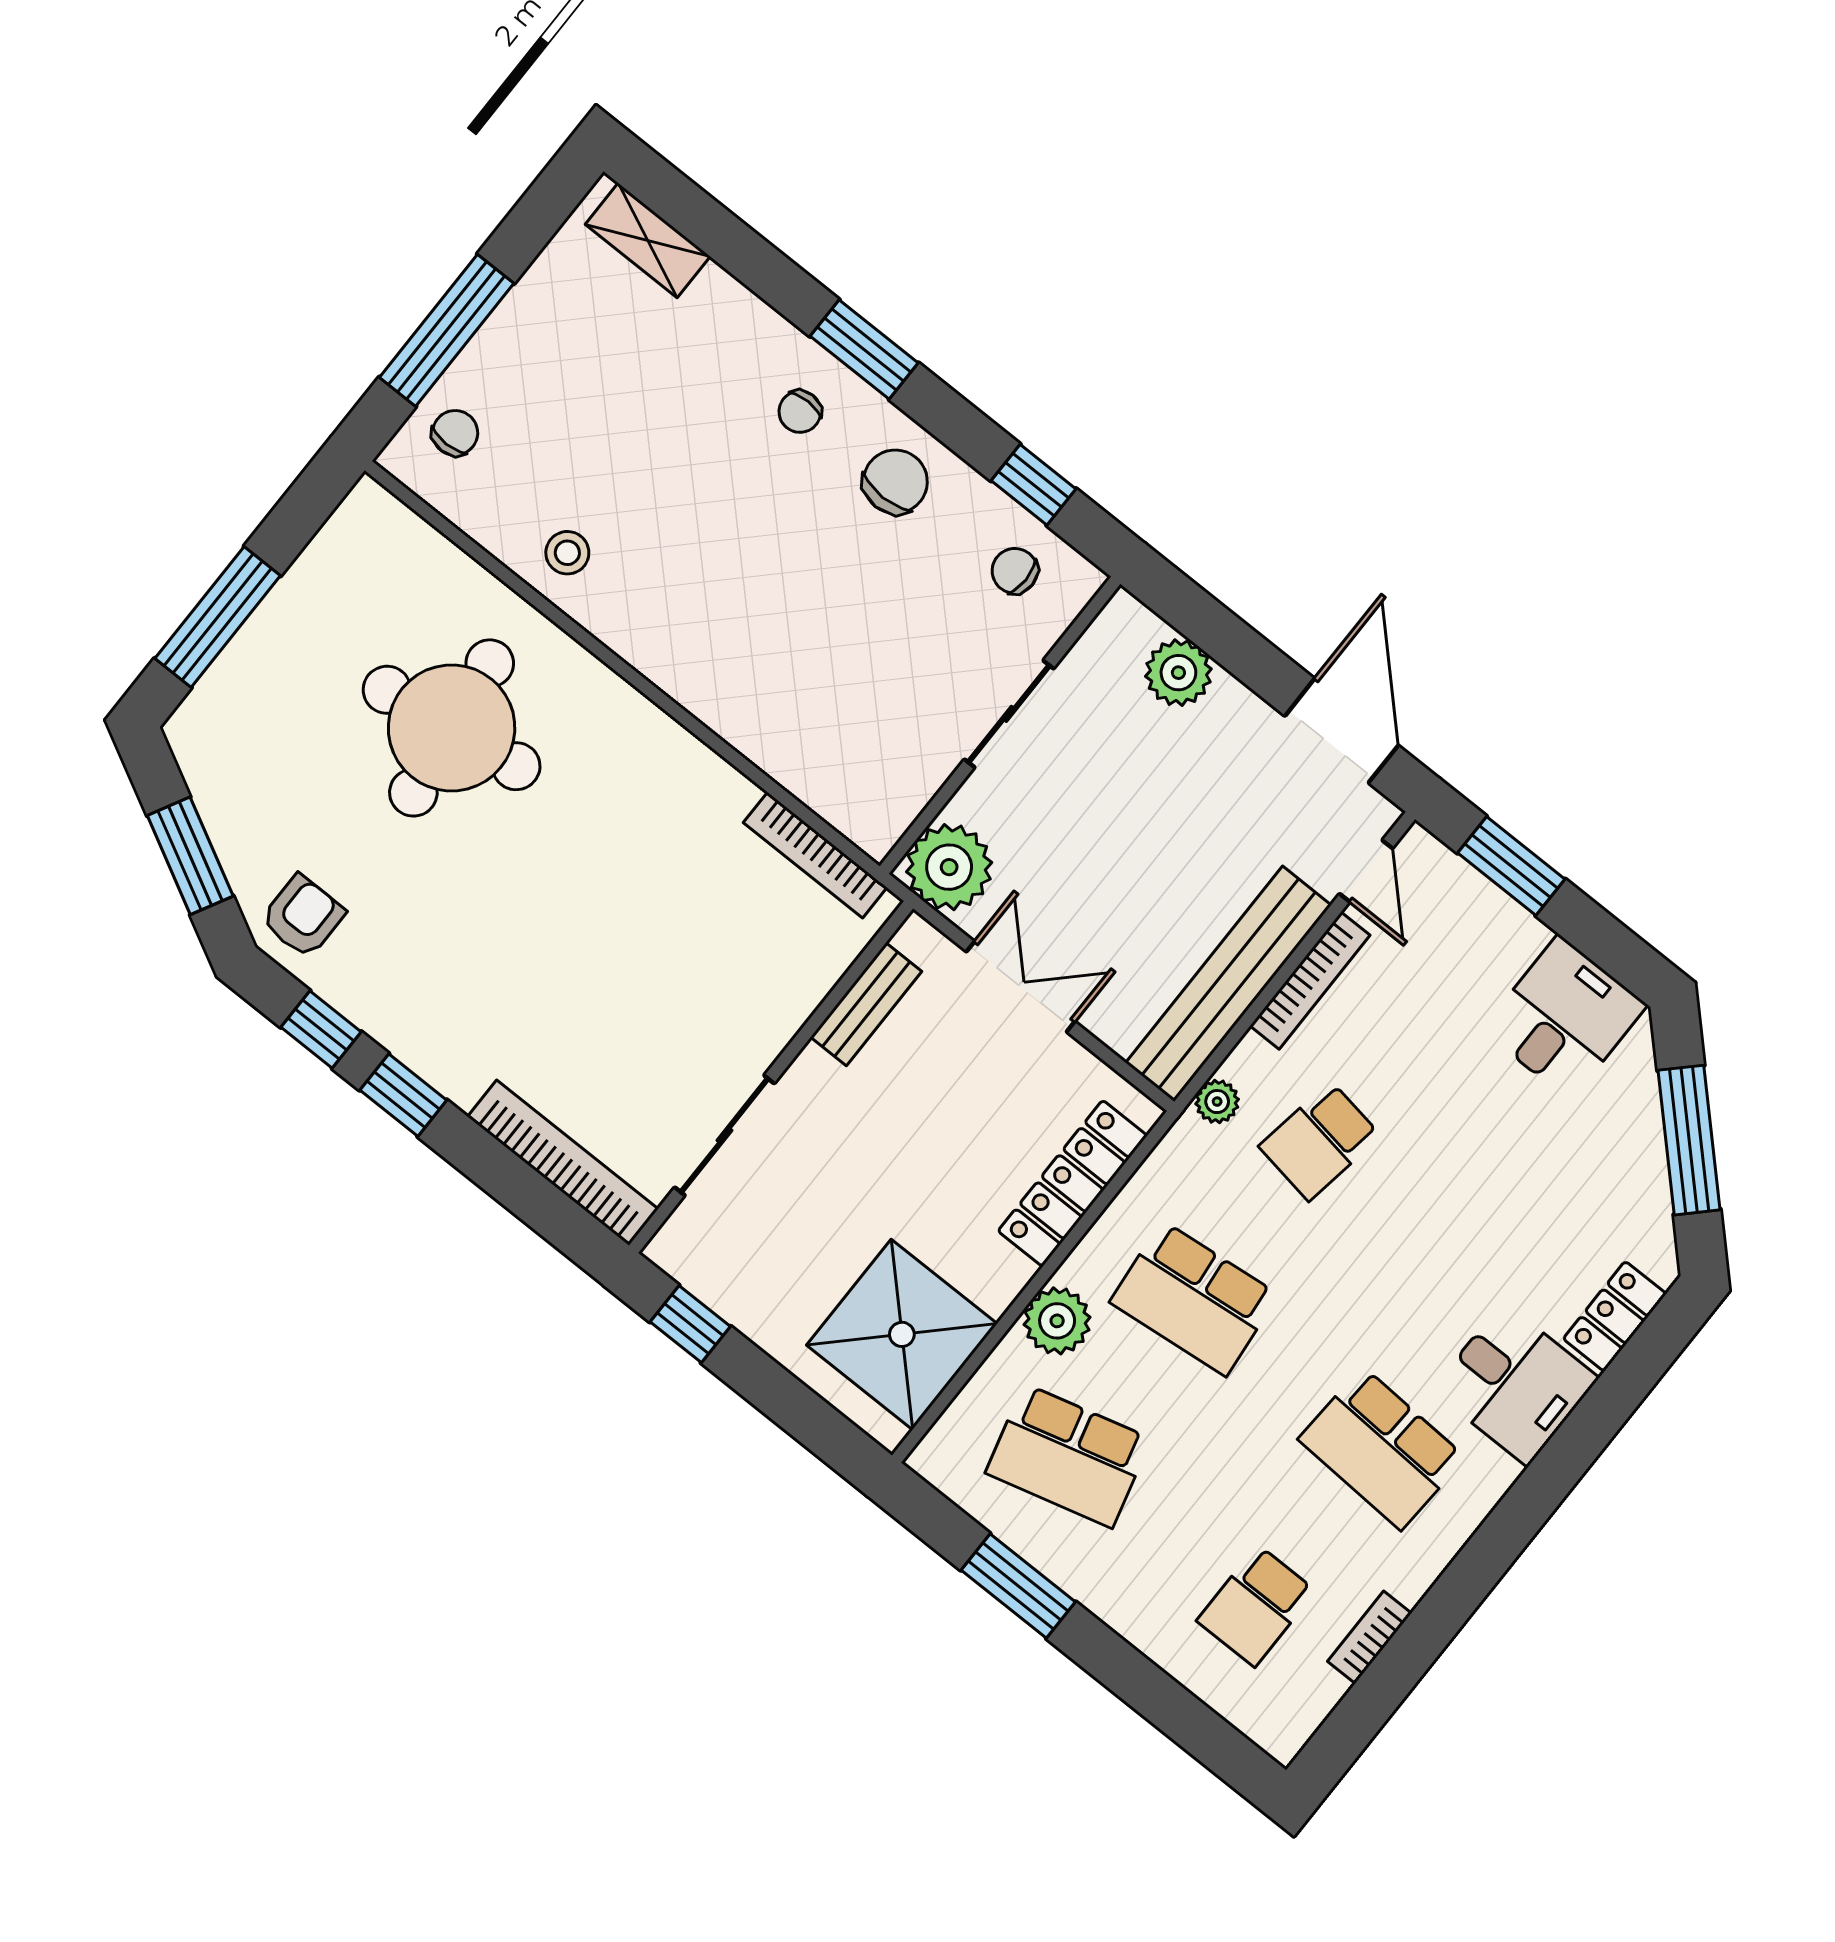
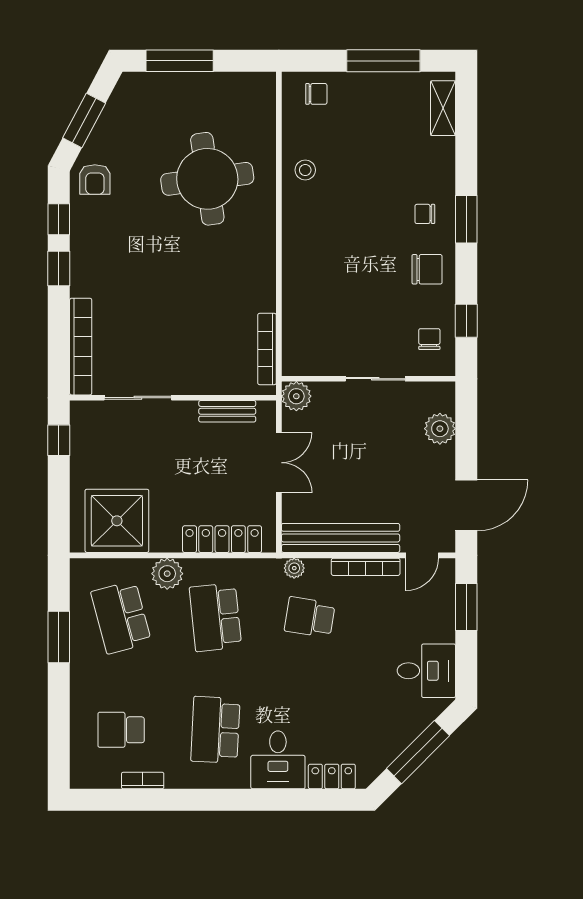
window: (447, 330) -> (383, 61), moved
plant: (949, 867) -> (296, 396), width x0.73, depth x0.73
armchair: (303, 916) -> (95, 179), turned 90

